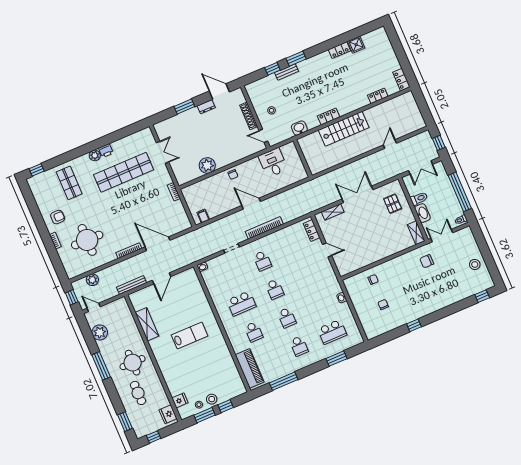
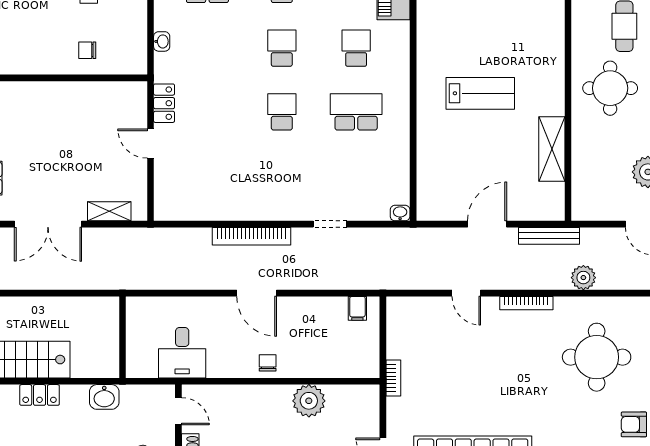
locker: (312, 230) -> (164, 103), moved
door: (158, 244) -> (466, 293), width x0.53
school desk: (262, 261) -> (282, 175), removed
plant: (92, 280) -> (583, 278), moved
lab bench: (190, 335) -> (480, 93), turned 180

